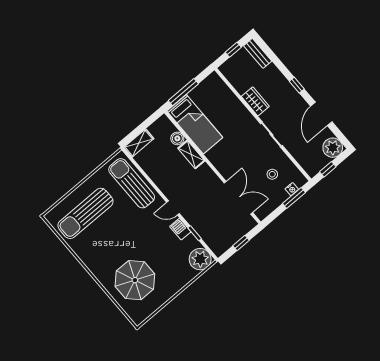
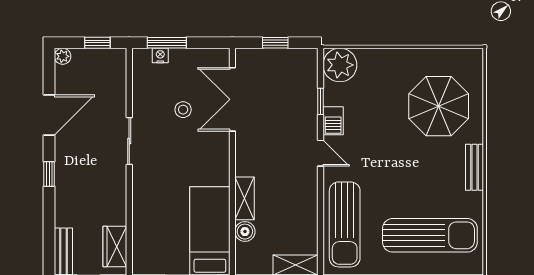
wardrobe: (255, 101) -> (115, 246), moved
plant: (333, 148) -> (63, 56), width x0.53, depth x0.53
stool: (272, 174) -> (183, 110), moved
bench: (92, 265) -> (474, 167), added

